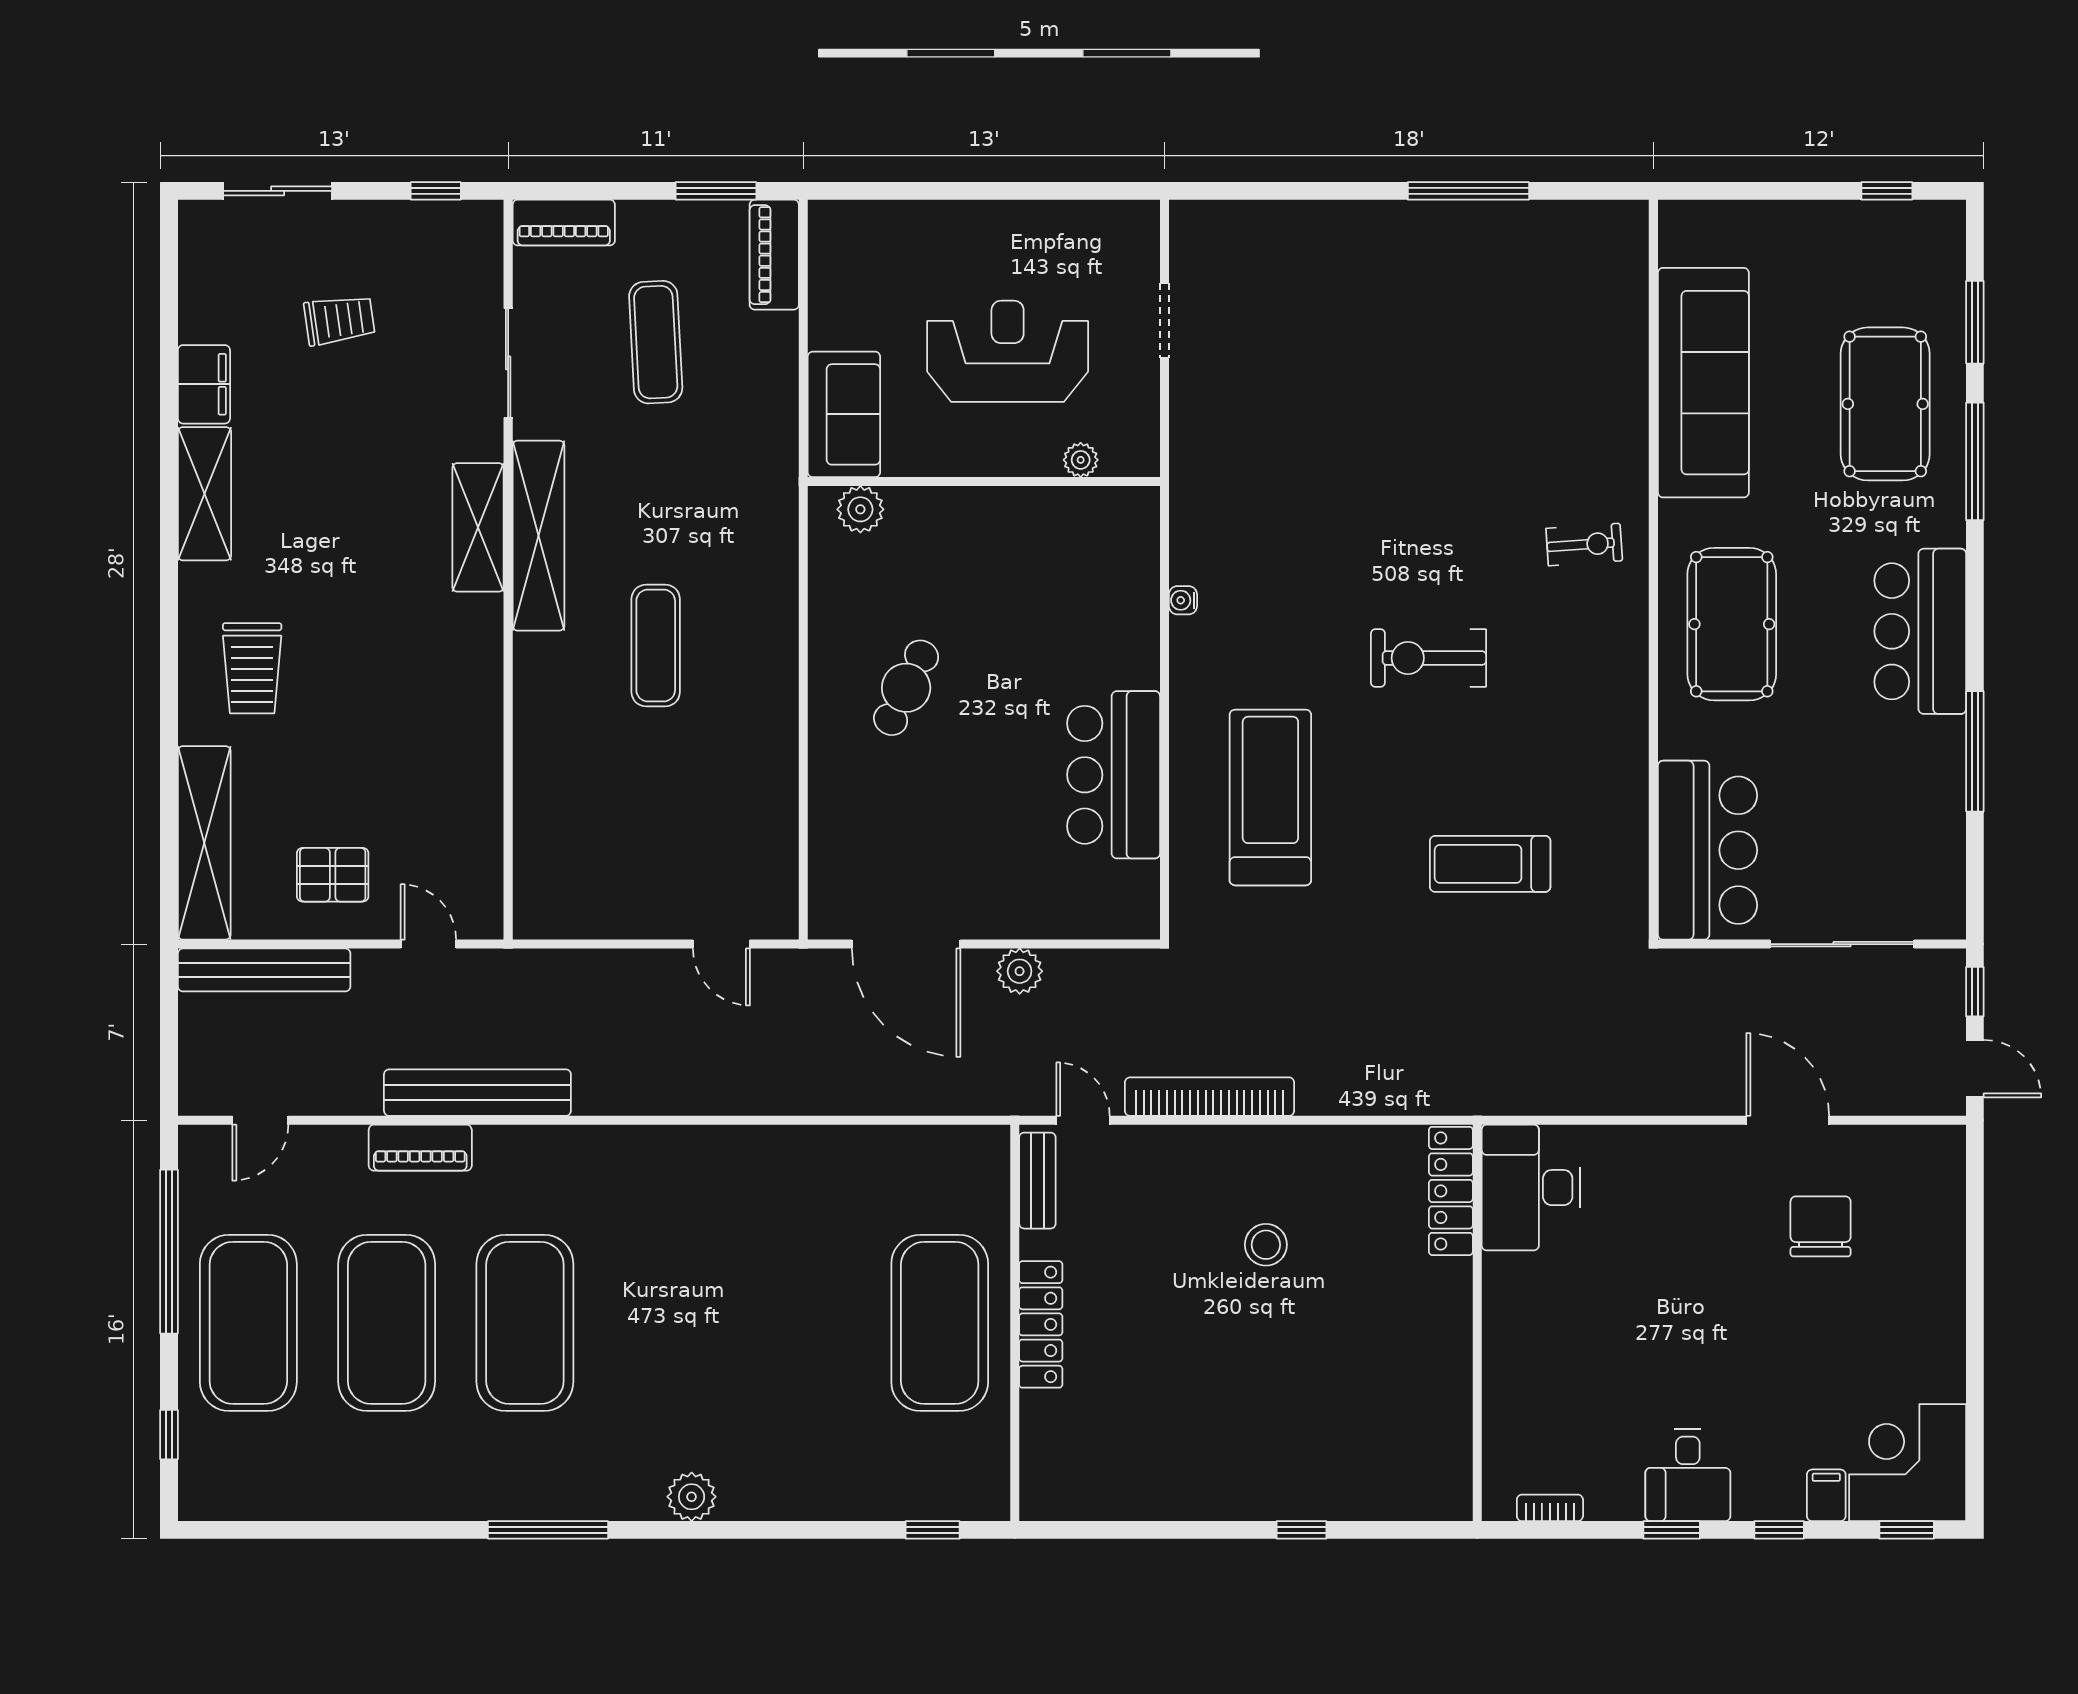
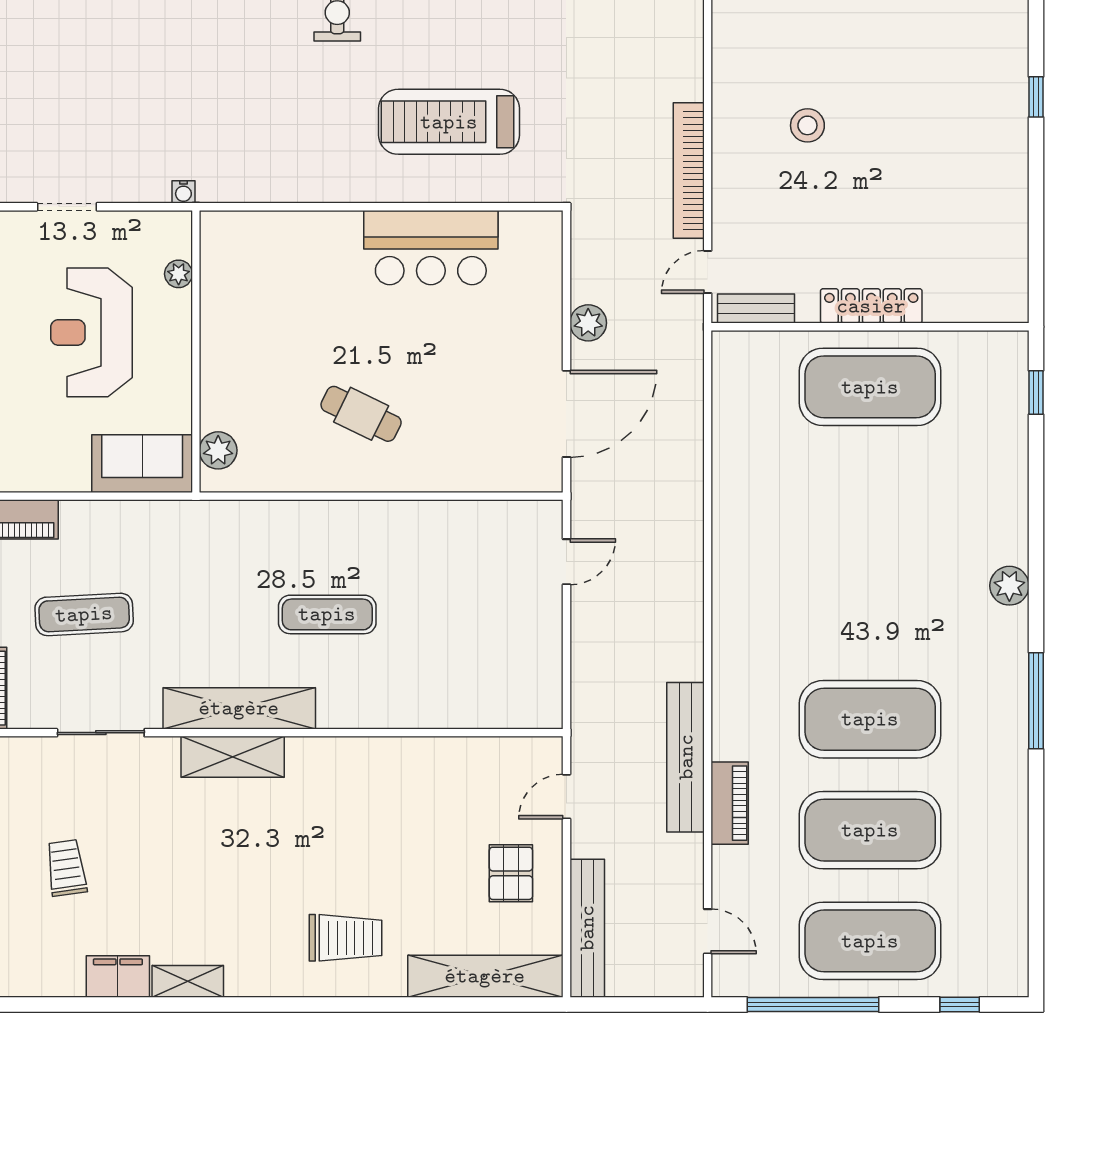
shelving: (204, 494) -> (188, 981), width x0.67, depth x0.75
water cooler: (1183, 600) -> (183, 192), moved

